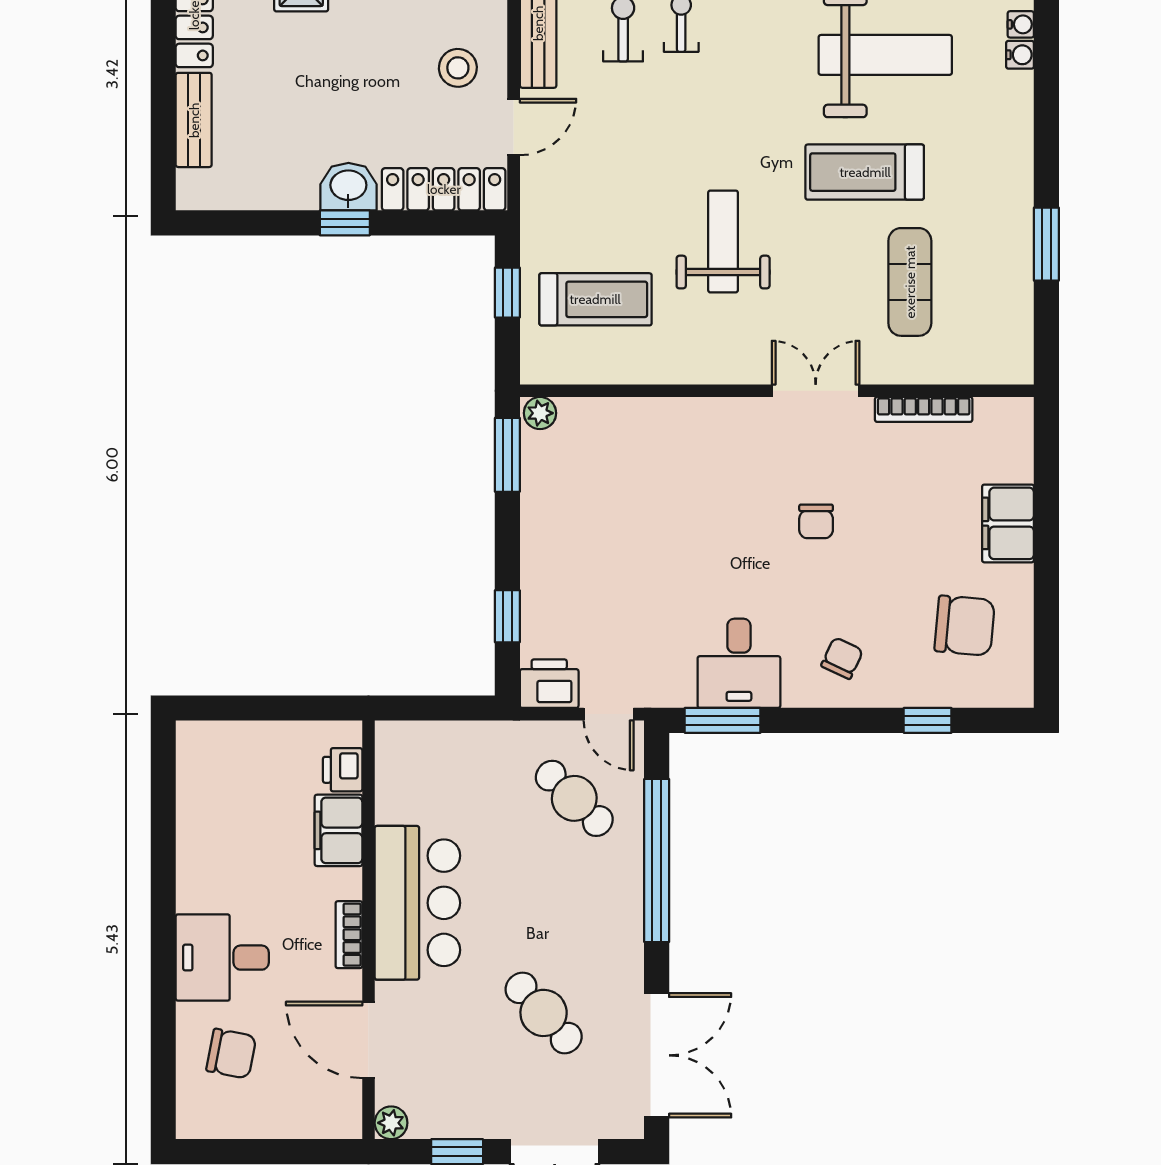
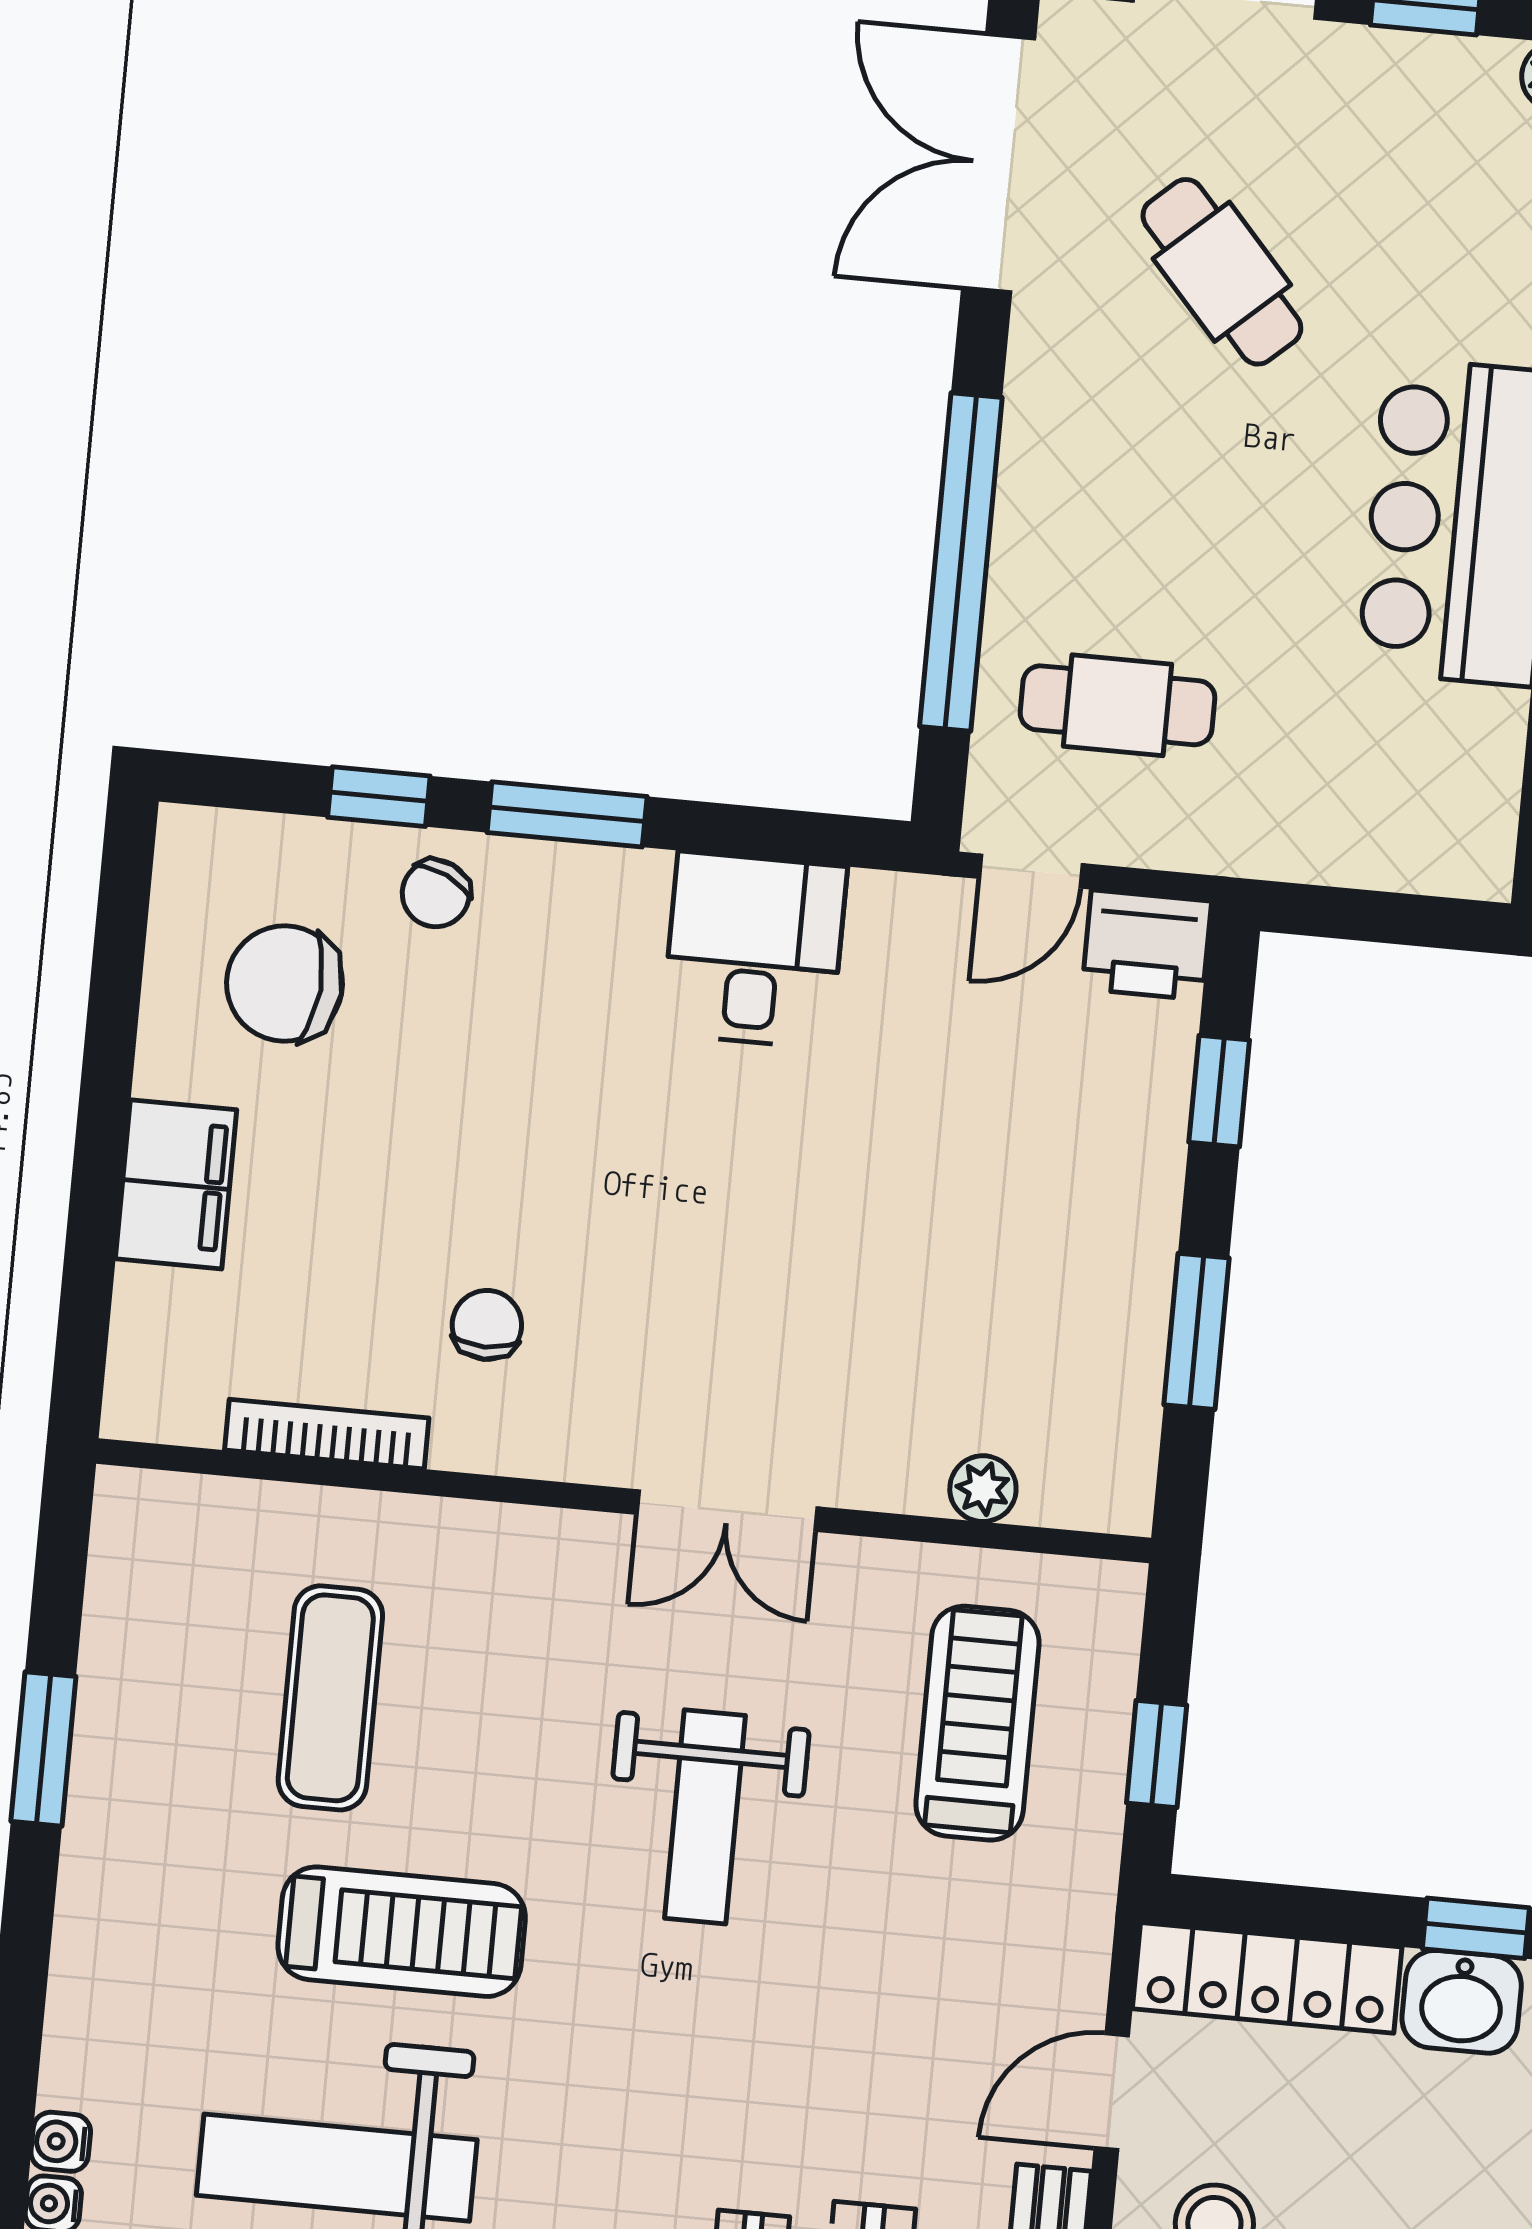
treadmill: (595, 299) -> (977, 1723), turned 90
double door: (816, 391) -> (727, 1511), moved
plant: (540, 413) -> (983, 1489), moved
window: (507, 455) -> (1197, 1331), moved
chair: (816, 521) -> (487, 1325), moved
chair: (842, 658) -> (436, 893), moved
door: (609, 714) -> (1031, 871), swing flipped
window: (723, 720) -> (567, 814), moved
cafe table: (574, 798) -> (1118, 705), turned -44

